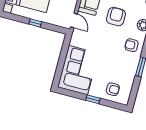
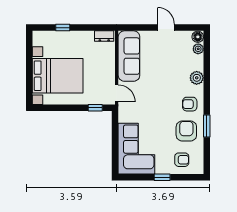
armchair: (116, 17) -> (186, 131), moved
window: (35, 23) -> (95, 108), moved

